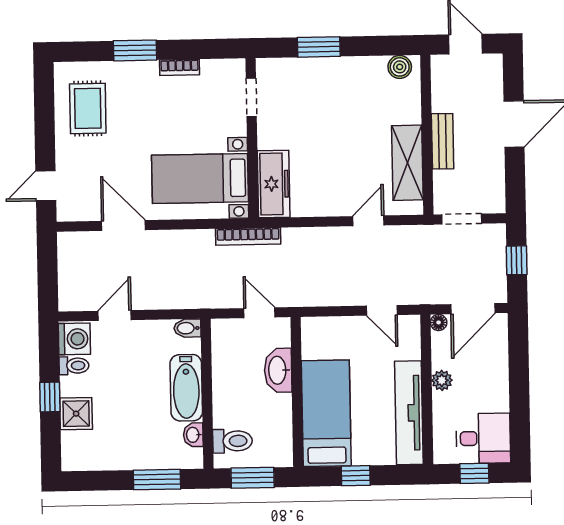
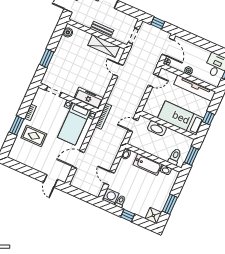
rug: (88, 108) -> (34, 136), moved
shower: (76, 414) -> (153, 216), moved
window: (157, 480) -> (170, 204), moved

